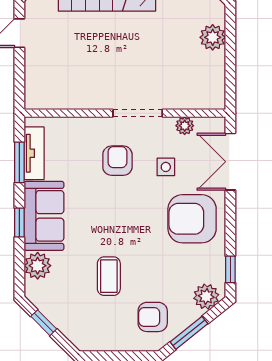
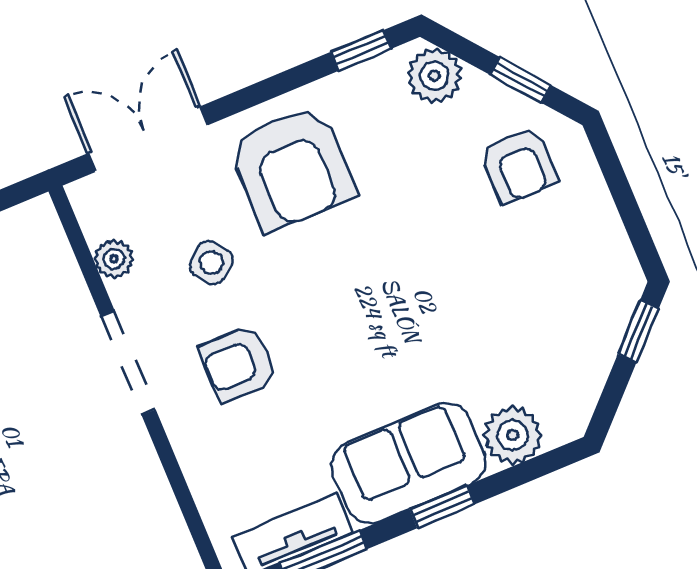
double door: (230, 162) -> (148, 139), swing flipped
side table: (166, 167) -> (211, 263), turned -38
coffee table: (109, 276) -> (474, 285), removed
window: (44, 323) -> (638, 331), moved
window: (189, 333) -> (521, 80), width x0.67

